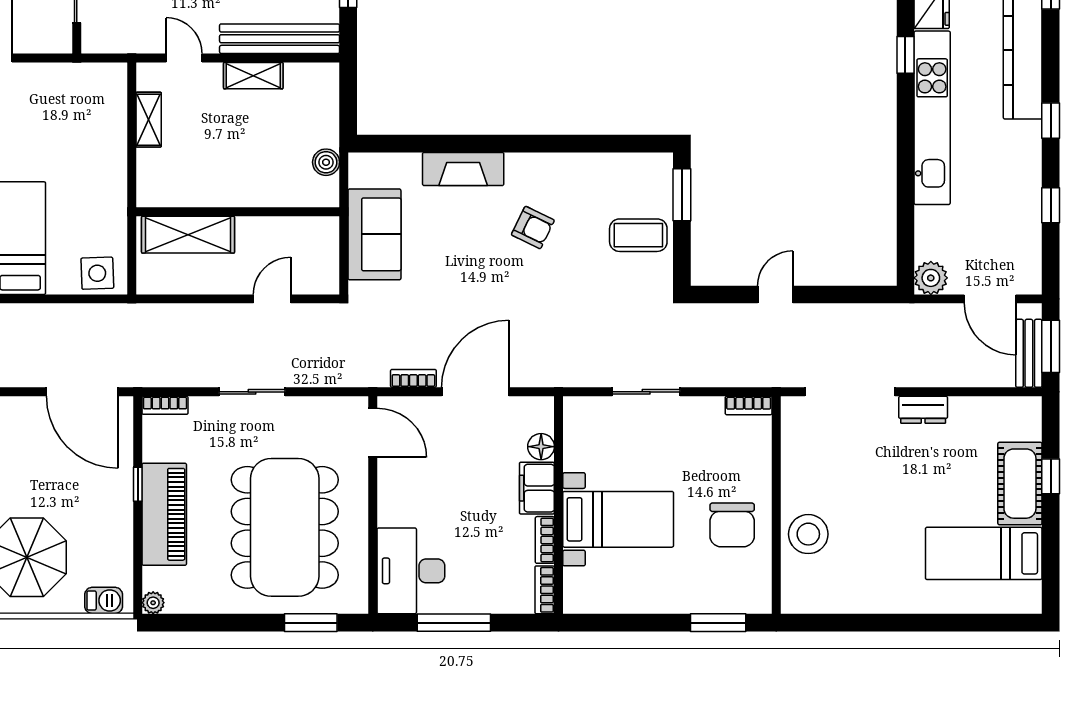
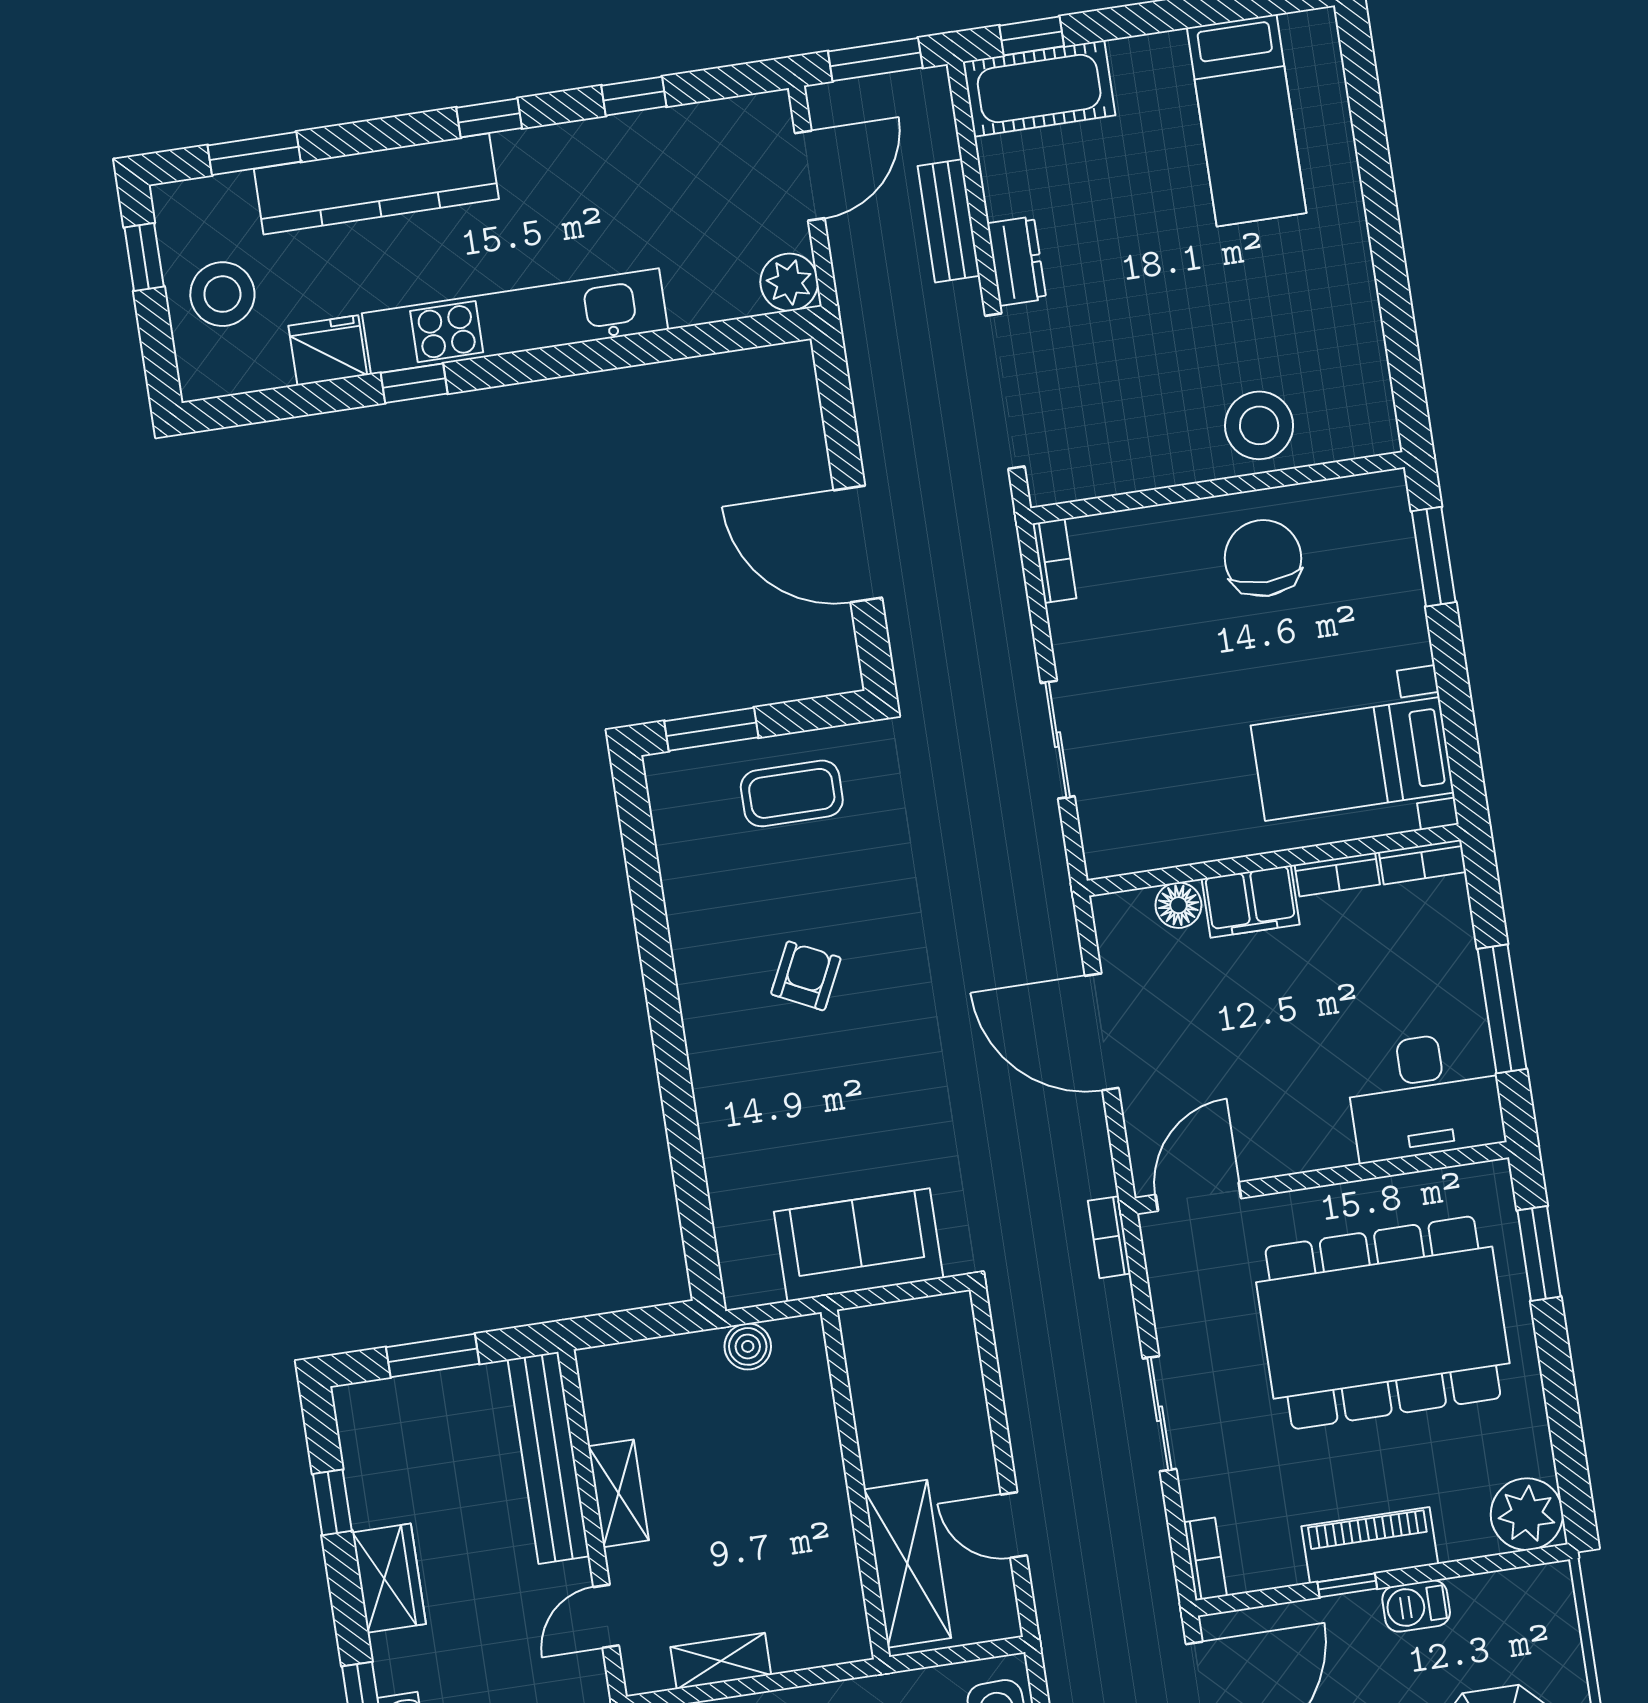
fireplace: (463, 169) -> (724, 1110), removed
coffee table: (638, 235) -> (792, 793), turned 90
door: (775, 295) -> (858, 544), width x1.88
door: (272, 299) -> (1014, 1525), moved
bench: (1029, 353) -> (949, 221), moved, turned 90
bookcase: (413, 378) -> (1109, 1237), moved
window: (1051, 476) -> (1032, 36), moved
cot: (1020, 484) -> (1039, 88), moved
piano: (164, 514) -> (1370, 1545), width x0.73, depth x0.75
bed with nightstands: (618, 519) -> (1352, 759), moved, turned -90
chair: (732, 525) -> (1263, 558), turned -90
barbecue: (104, 600) -> (1416, 1606), moved, turned -90
plant: (153, 603) -> (1527, 1514), width x1.87, depth x1.87

